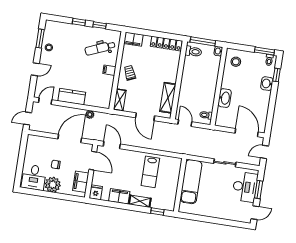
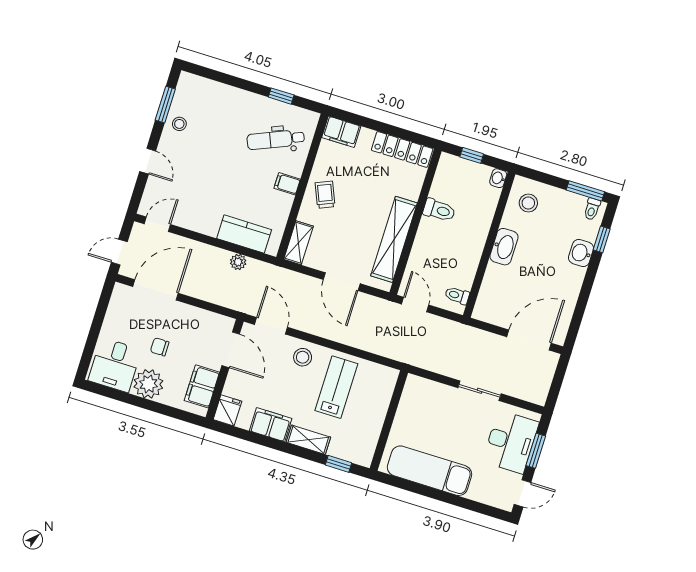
window: (79, 22) -> (243, 84), removed
window: (203, 41) -> (472, 155), width x0.46
toilet: (193, 51) -> (439, 210), moved
door: (35, 69) -> (148, 161), hinge flipped
kitchen counter: (72, 97) -> (244, 234), moved
shelving: (168, 98) -> (394, 239), width x1.47
washbasin: (225, 98) -> (504, 247), moved
door: (247, 133) -> (529, 340), hinge flipped
door: (70, 139) -> (155, 290), moved
door: (265, 152) -> (557, 381), removed
stool: (131, 159) -> (303, 357), added
lab bench: (150, 172) -> (336, 387), turned 180
exam couch: (191, 182) -> (429, 471), moved, turned -90

